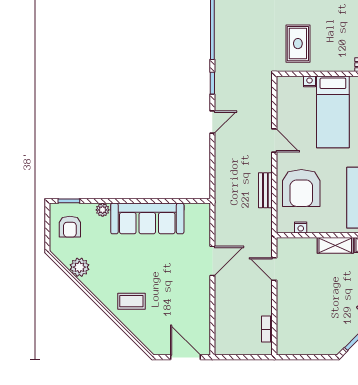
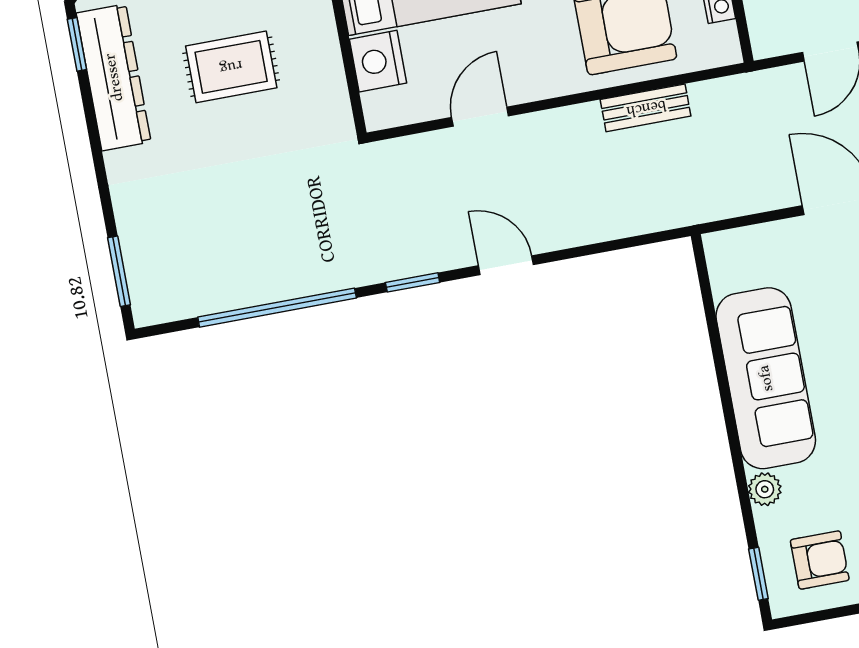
rug: (298, 44) -> (231, 67), moved
nightstand: (310, 81) -> (378, 61), width x1.89, depth x1.79
door: (274, 140) -> (480, 117), moved

